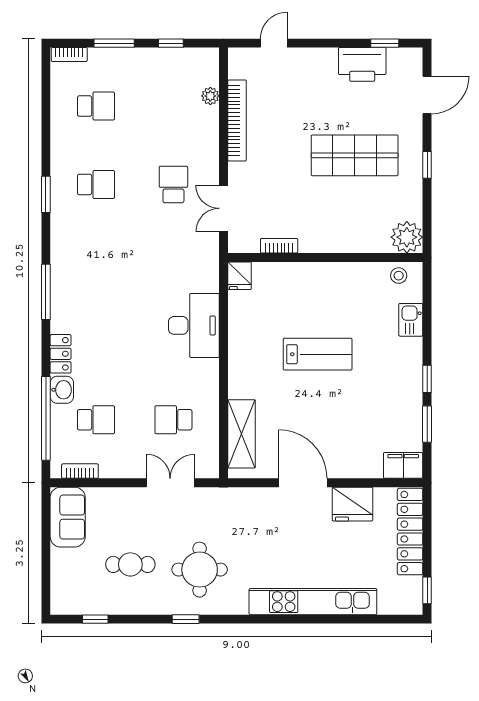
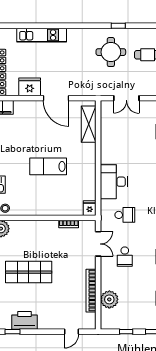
plant: (210, 96) -> (109, 299), width x1.88, depth x1.88
school desk: (173, 420) -> (125, 215), moved
kitchen unit: (313, 602) -> (42, 35), width x0.73

